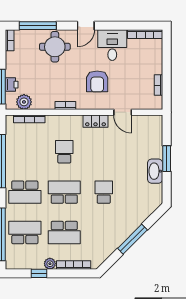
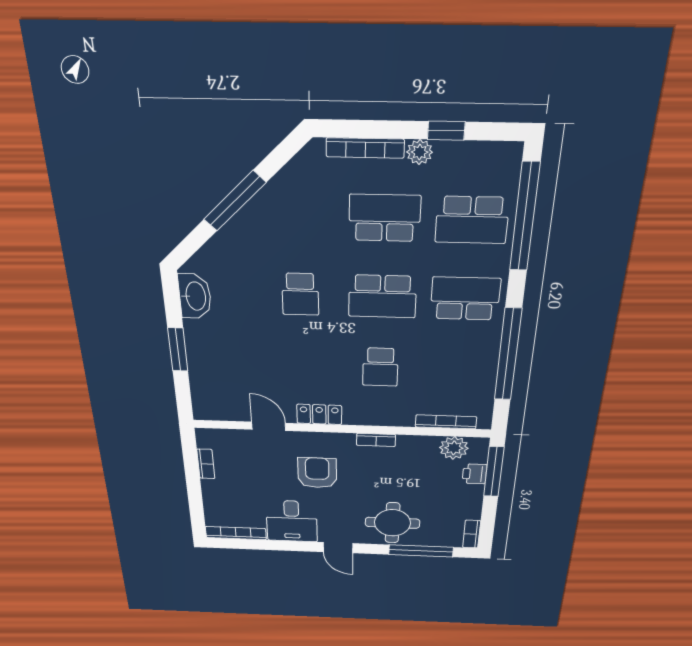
door: (86, 26) -> (338, 548), swing flipped
washbasin: (155, 171) -> (195, 296), moved

